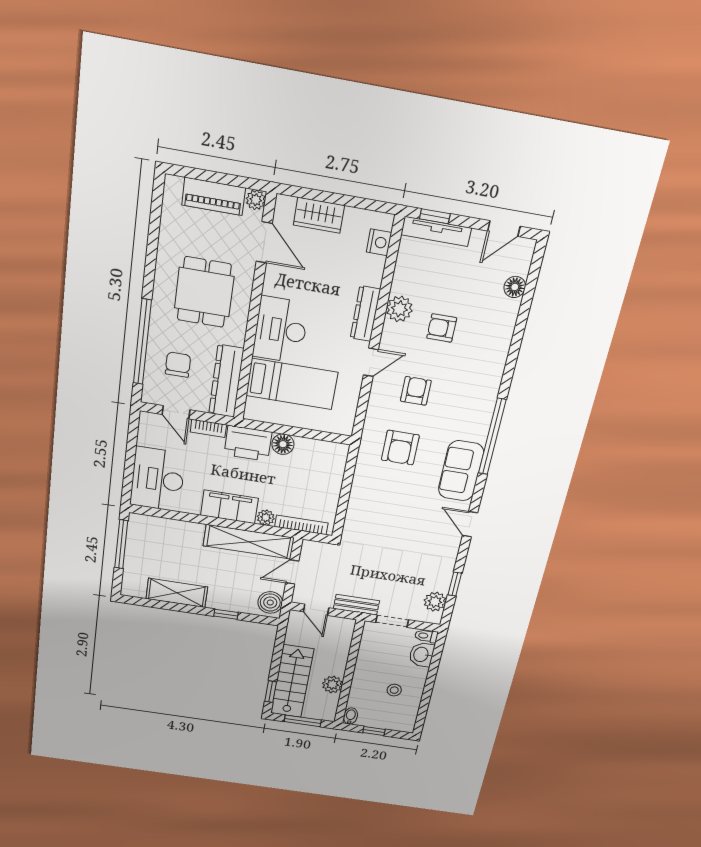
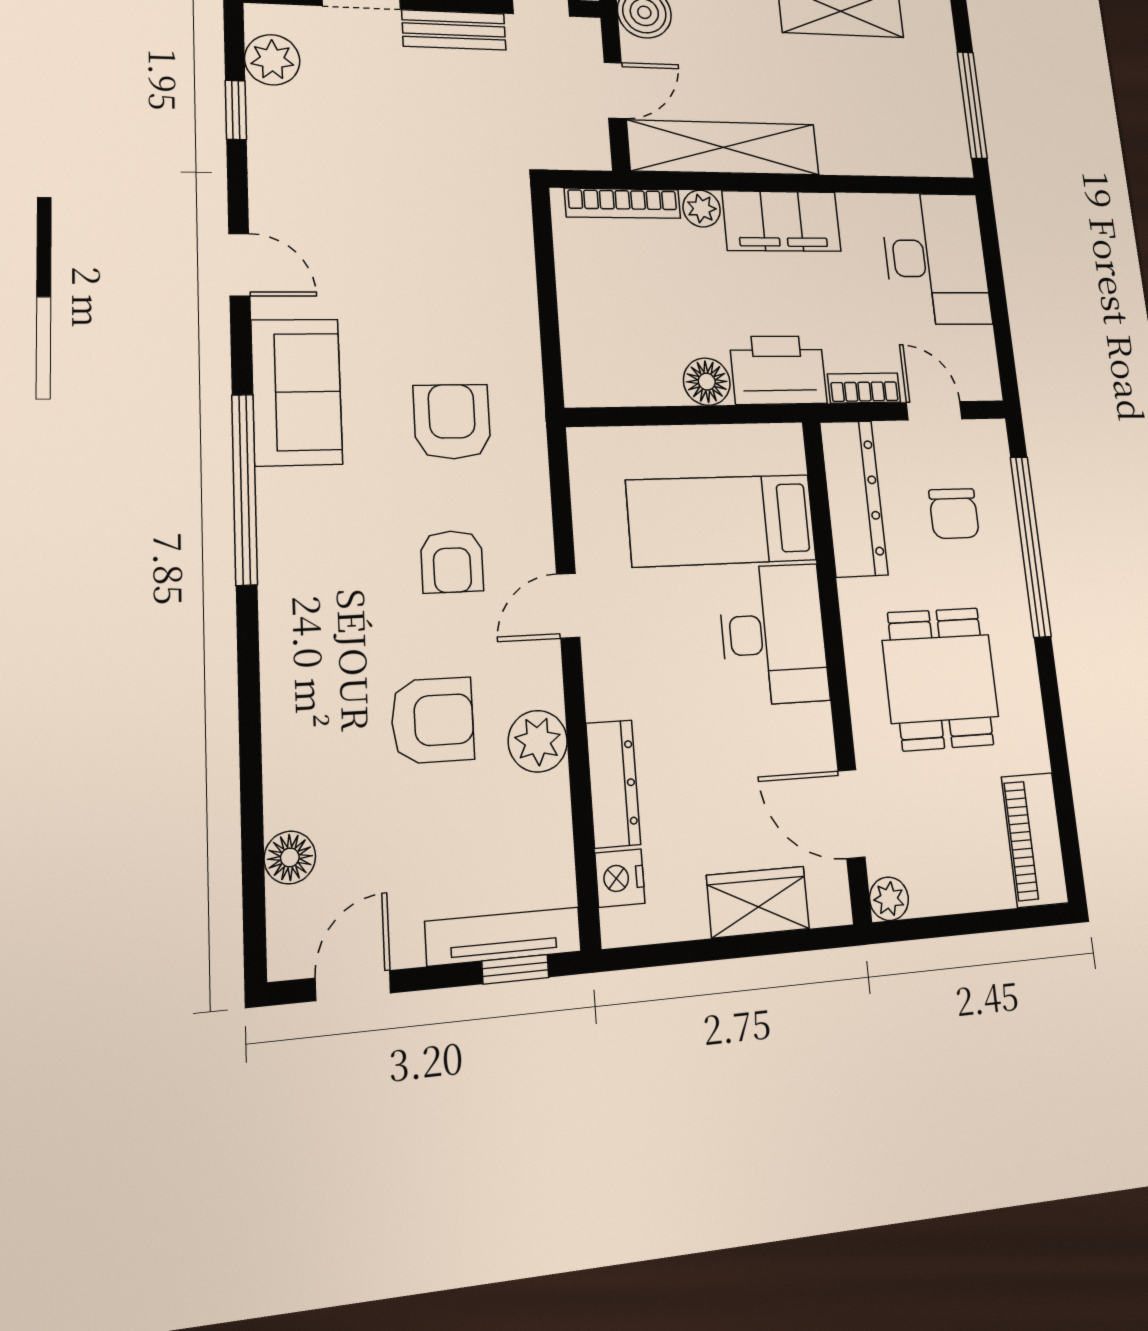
piano: (214, 196) -> (1035, 840), moved, turned -90
dresser: (365, 314) -> (613, 784), moved
armchair: (442, 328) -> (433, 720), width x1.38, depth x1.38

